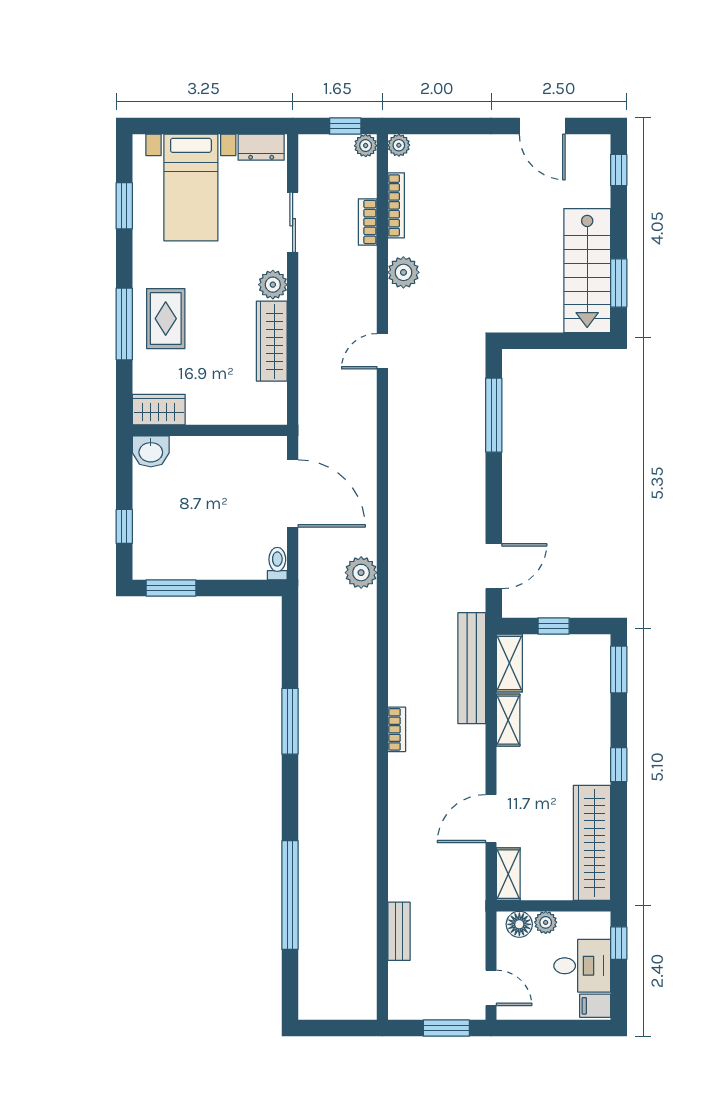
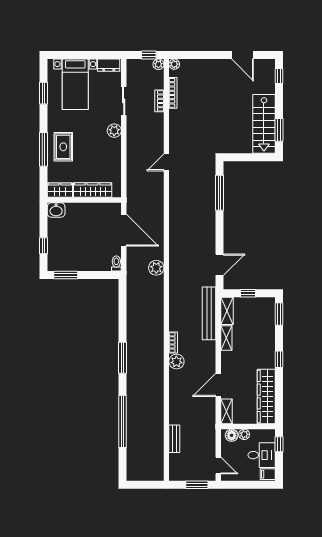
plant: (403, 272) -> (176, 362), moved
wardrobe: (272, 341) -> (93, 190), moved, turned 90
window: (290, 721) -> (122, 358), moved

